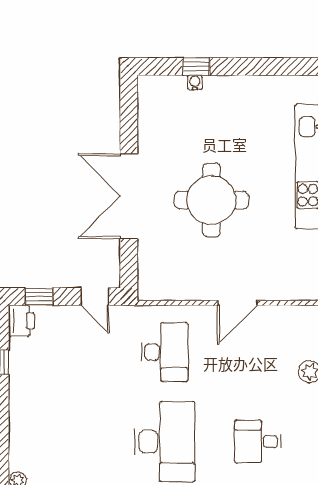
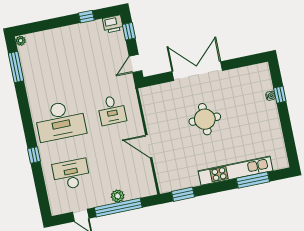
round table: (211, 200) -> (205, 119), width x0.73, depth x0.73
desk: (165, 352) -> (112, 110), width x0.73
desk: (258, 442) -> (71, 174), width x1.37

